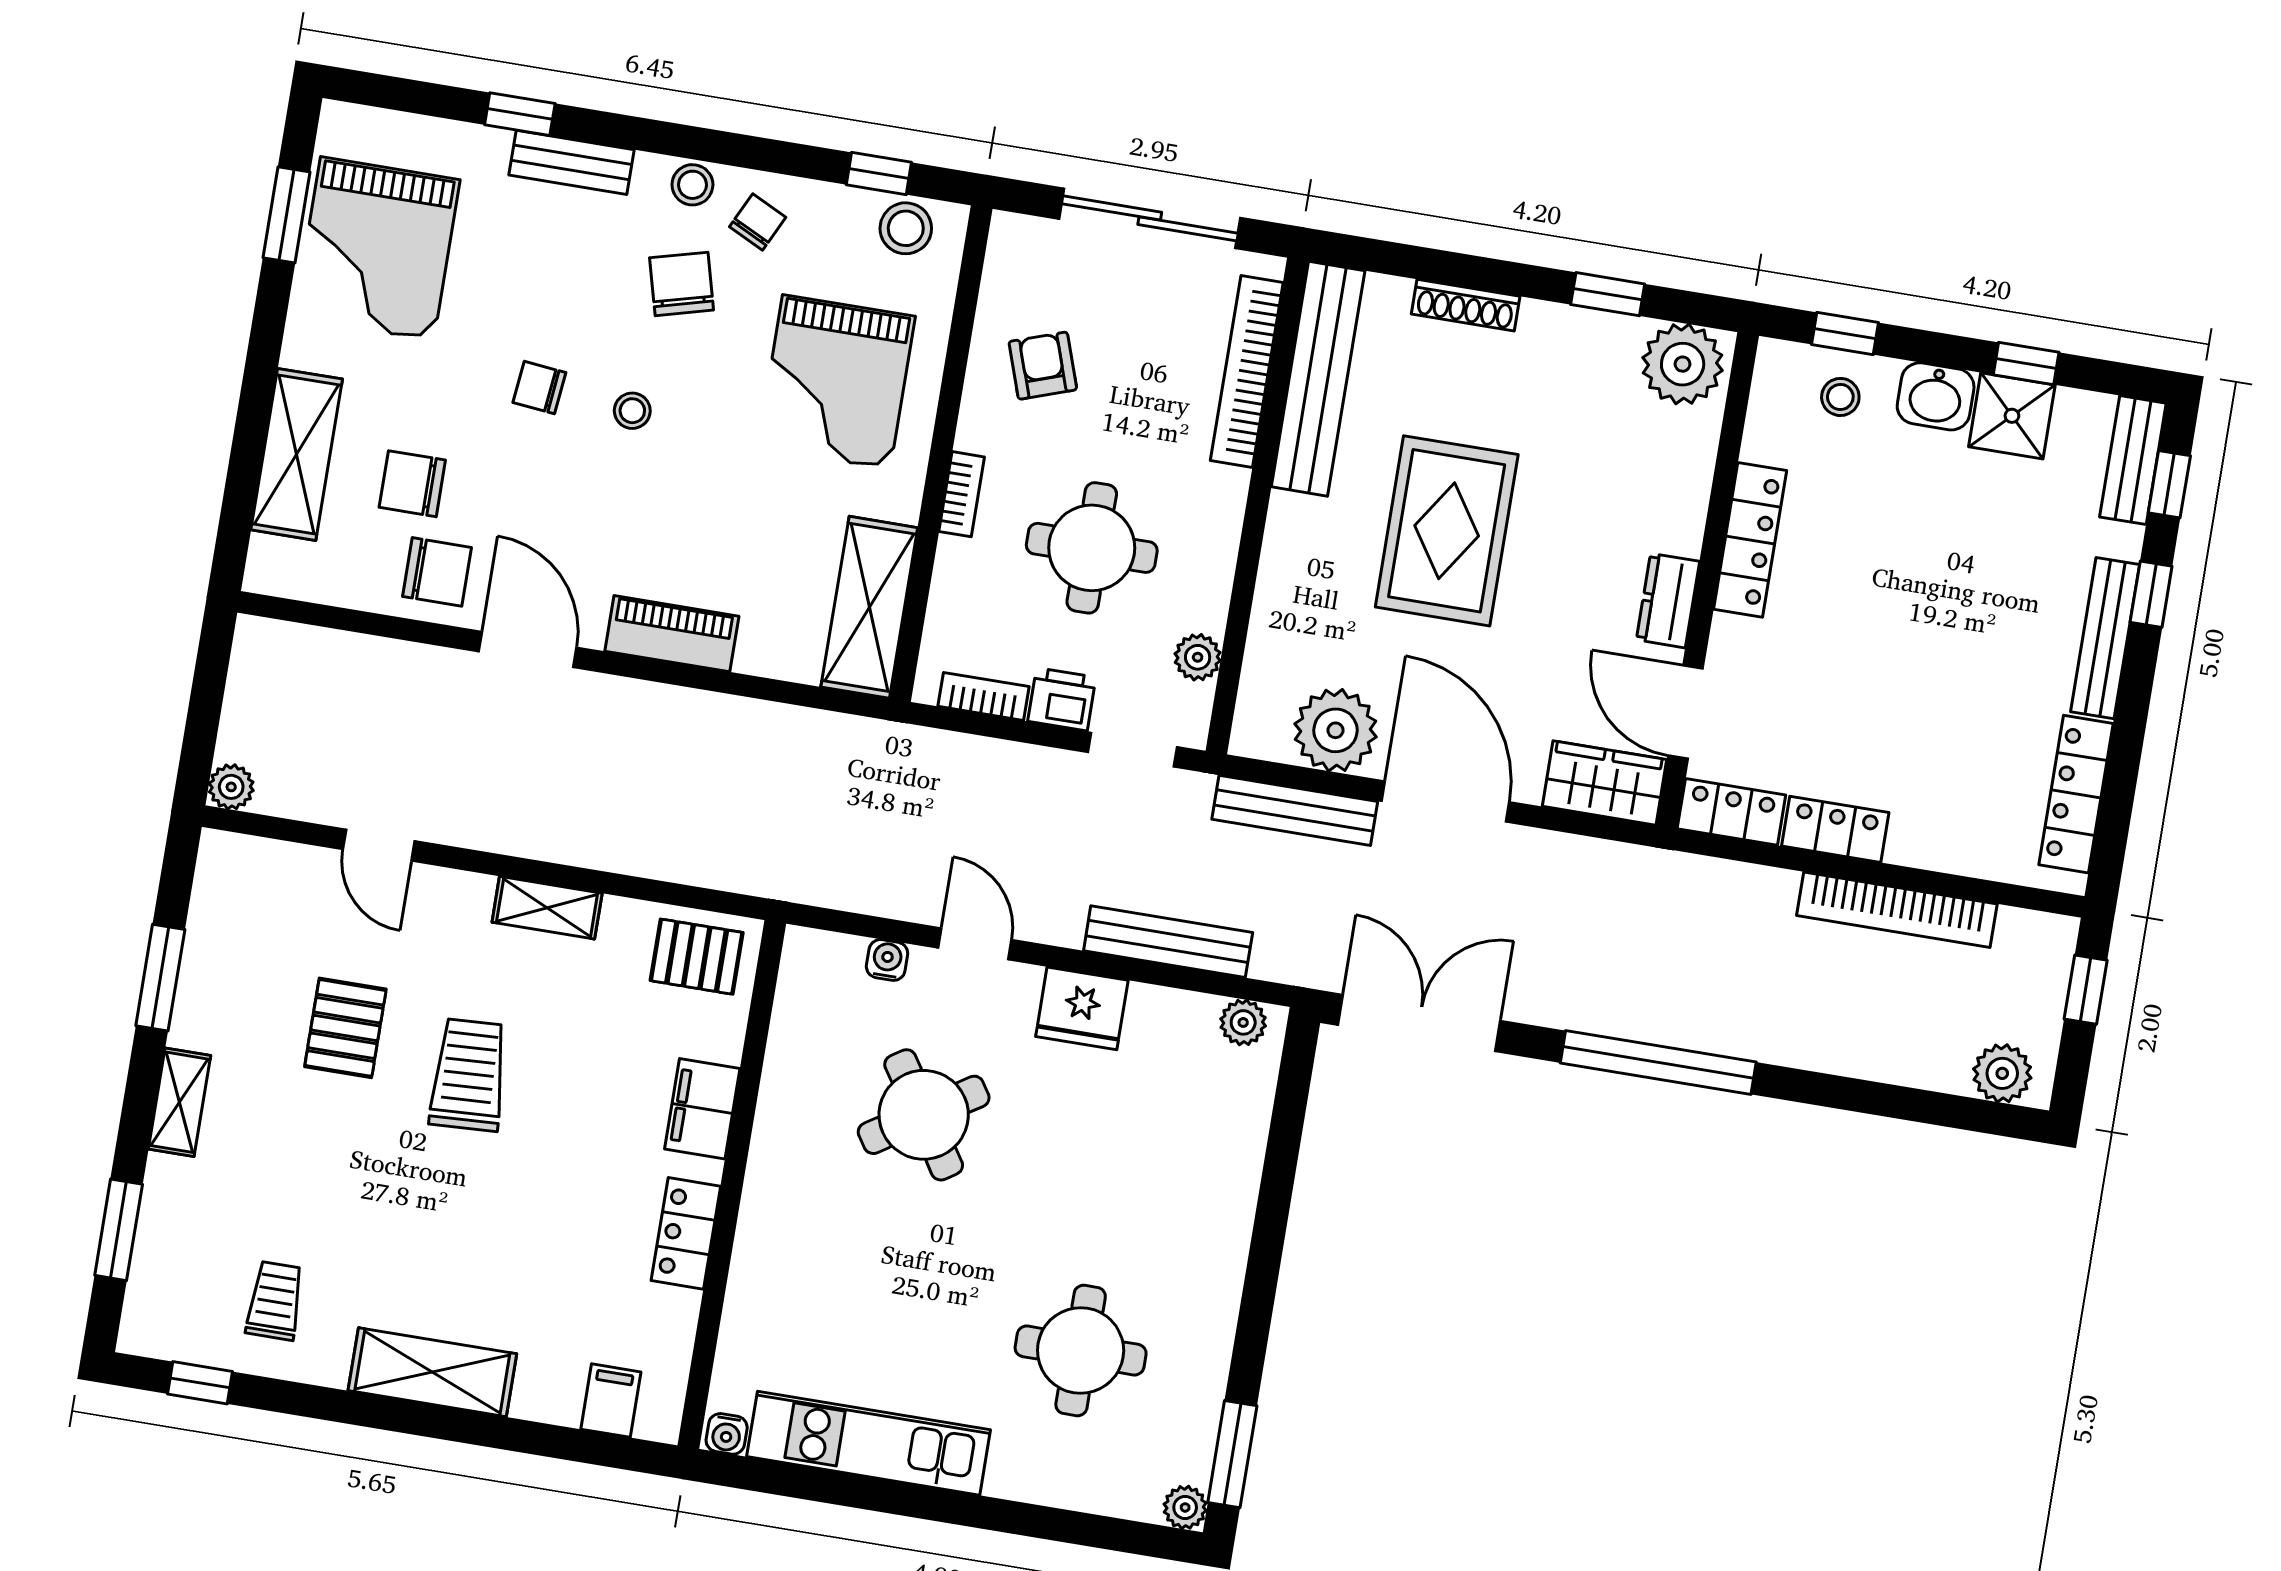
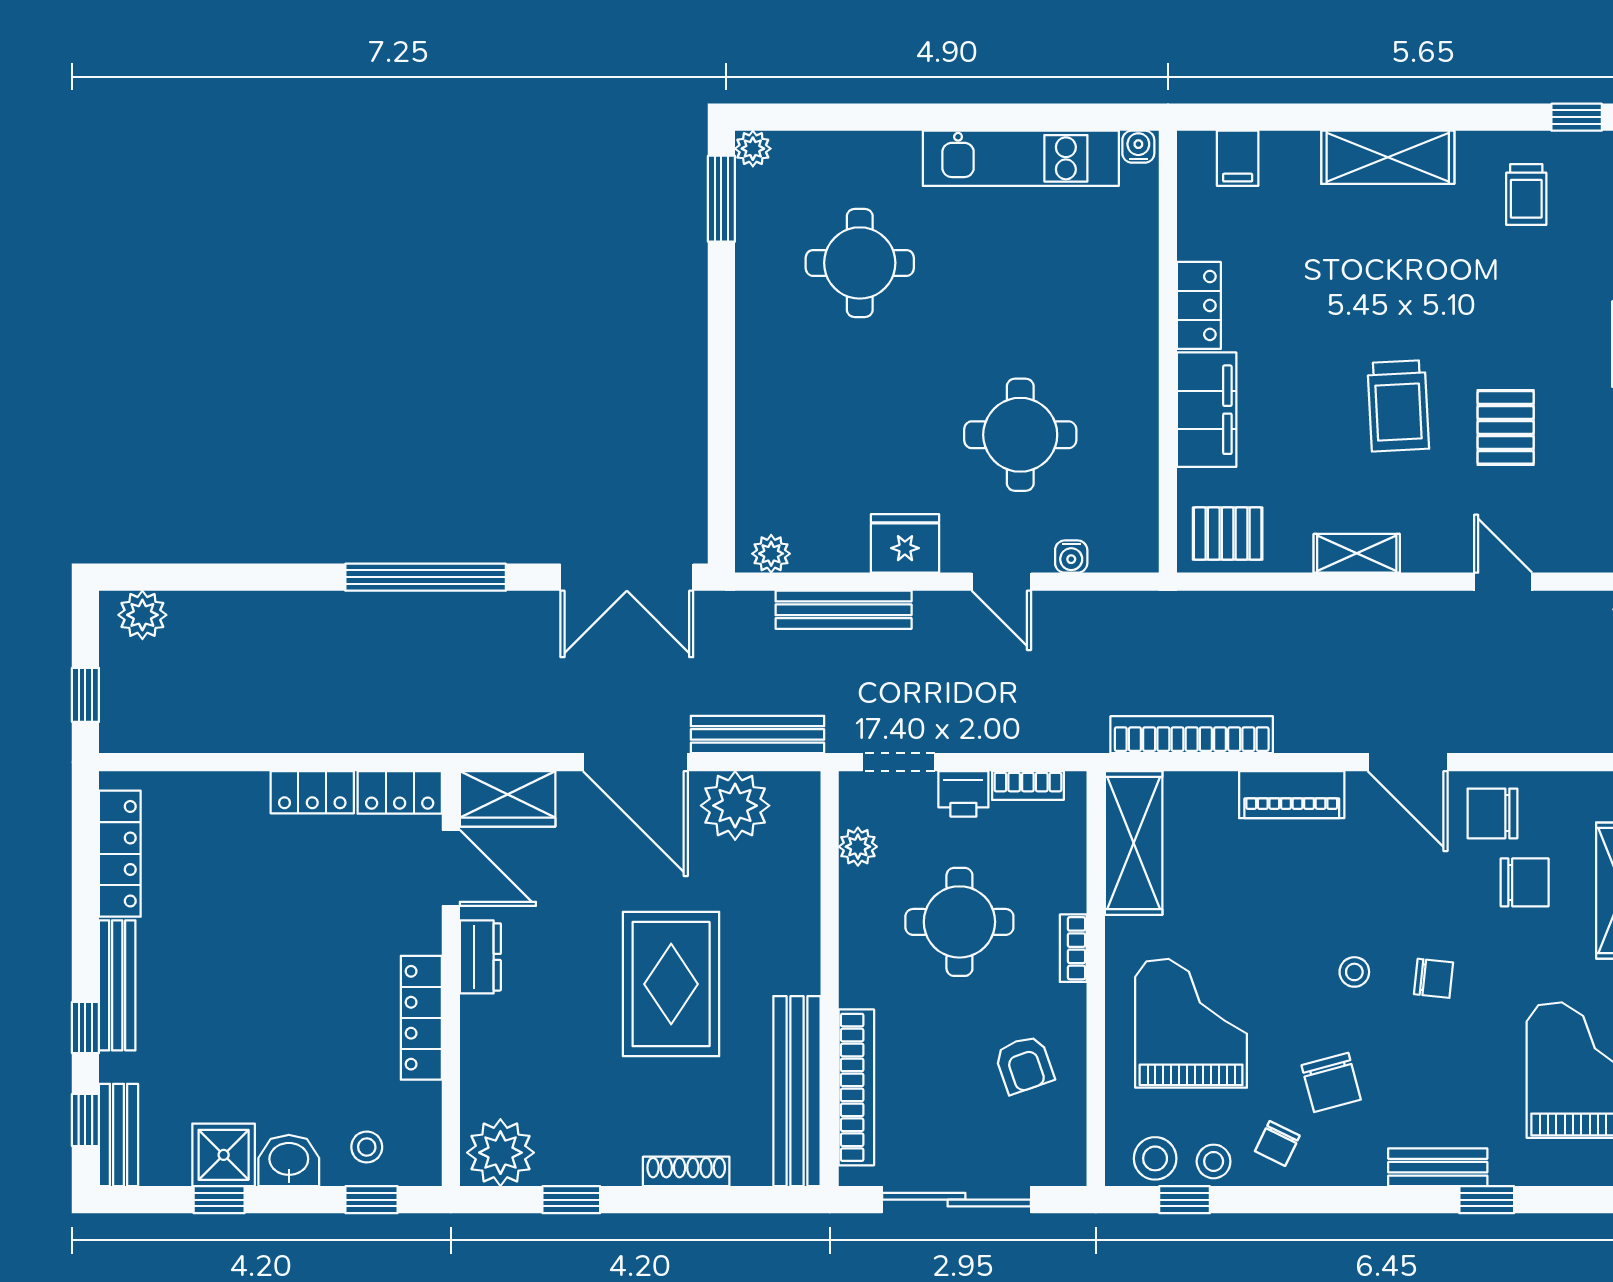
stool: (692, 185) -> (1214, 1161), moved
bookcase: (1897, 910) -> (1192, 735), moved
filing cabinet: (702, 1109) -> (1207, 410), width x1.50, depth x1.17
round table: (924, 1115) -> (1020, 435), turned 33

